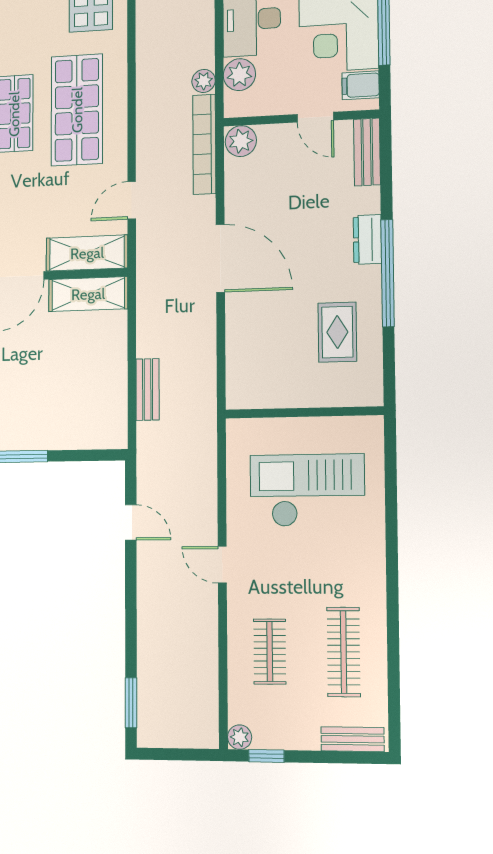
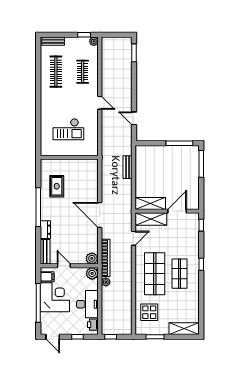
plant: (239, 75) -> (92, 273), moved
dresser: (367, 239) -> (45, 230), moved
checkout: (307, 490) -> (68, 129), width x0.73, depth x0.83

